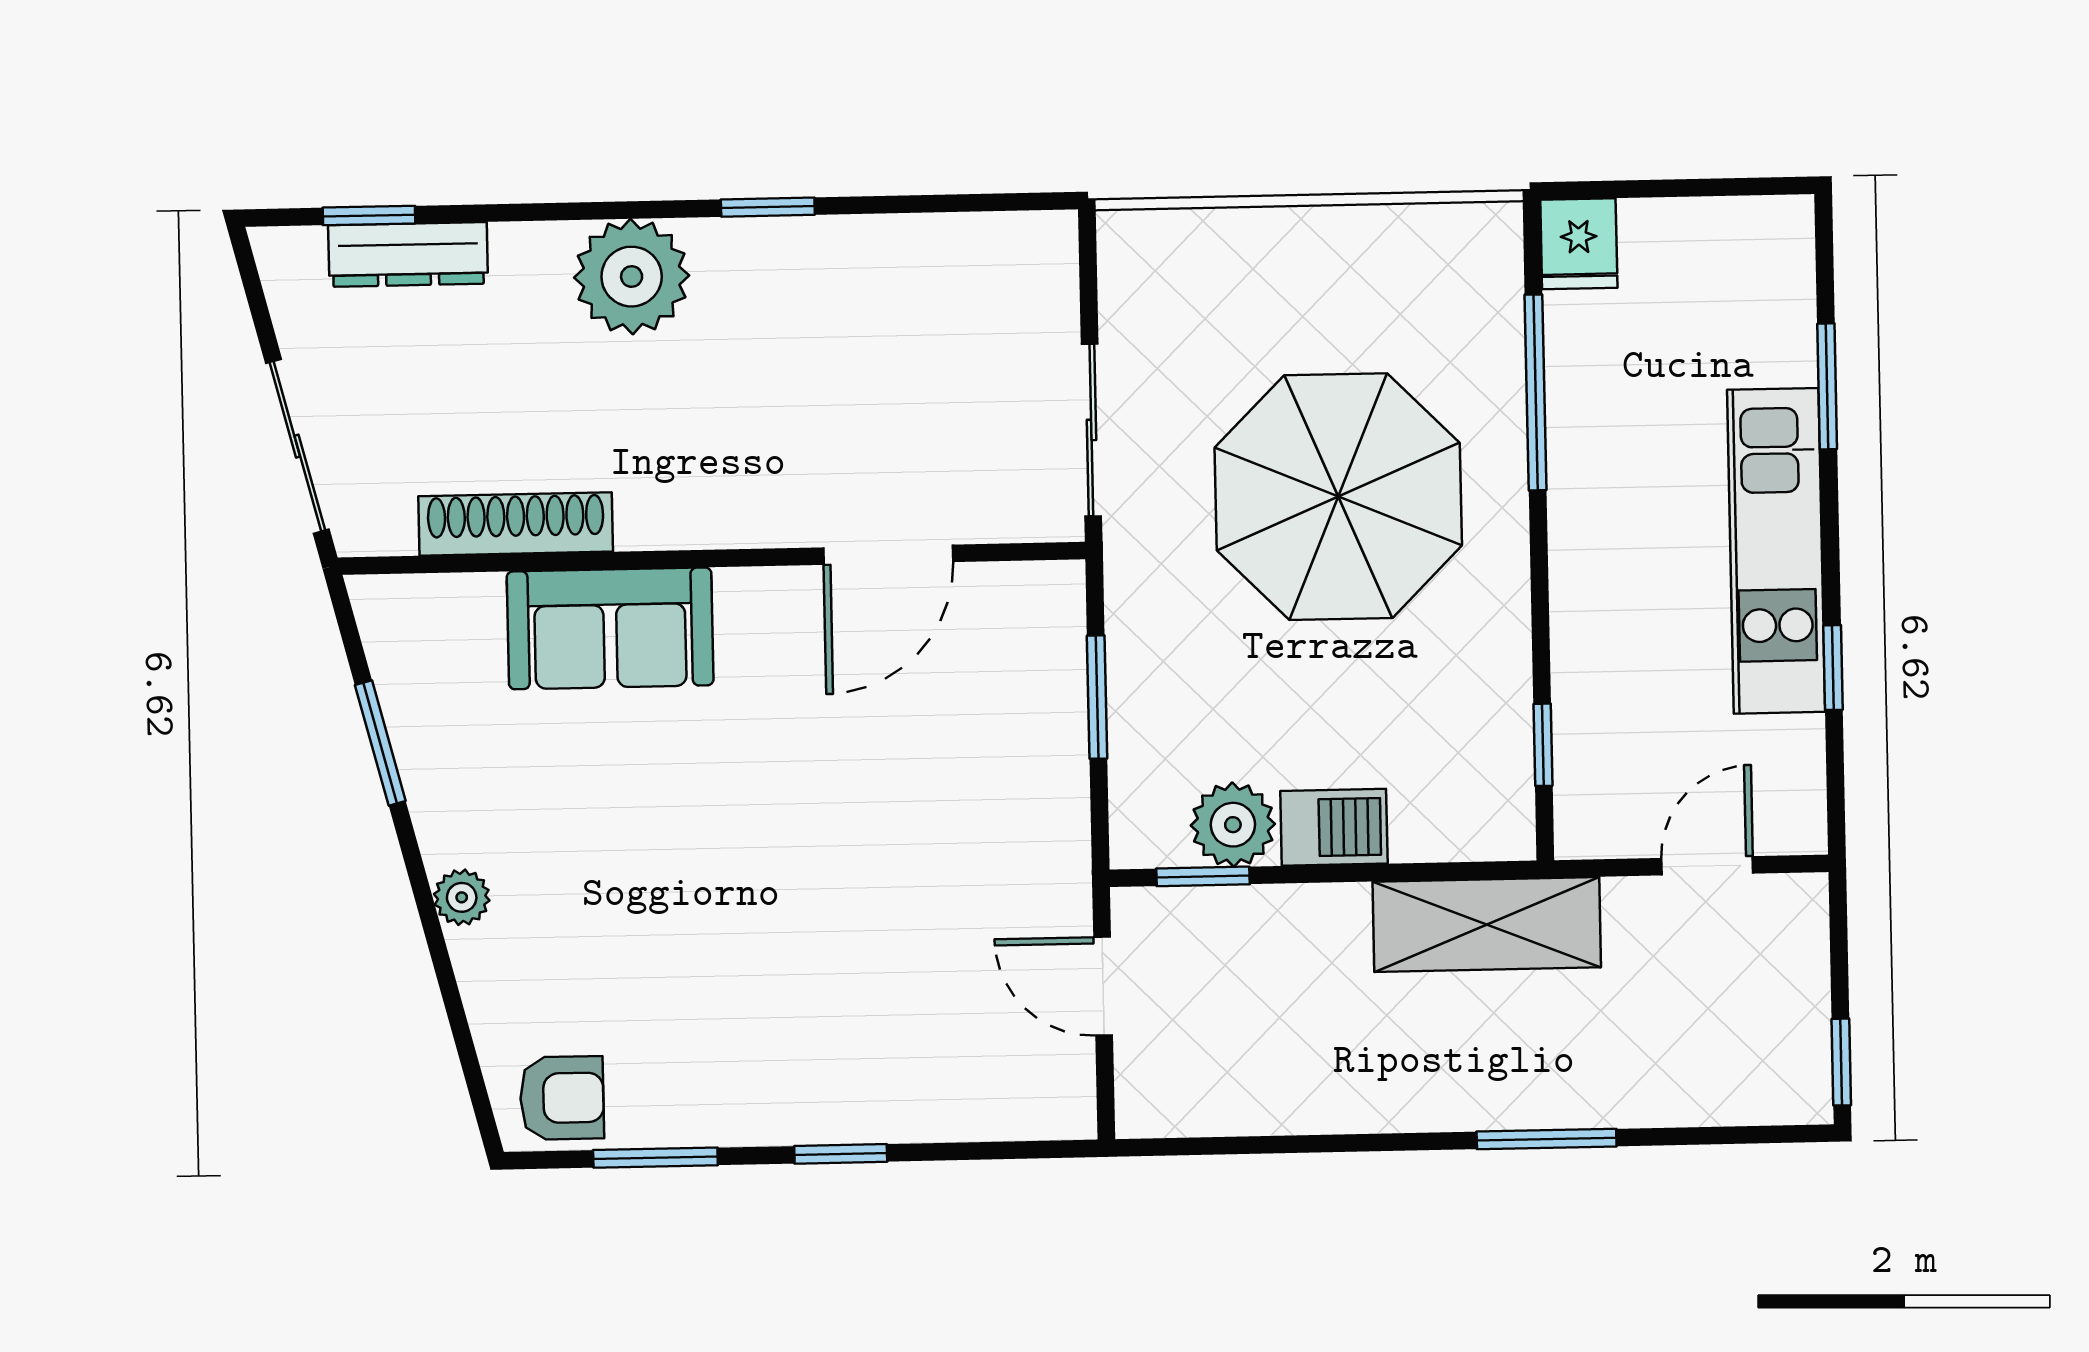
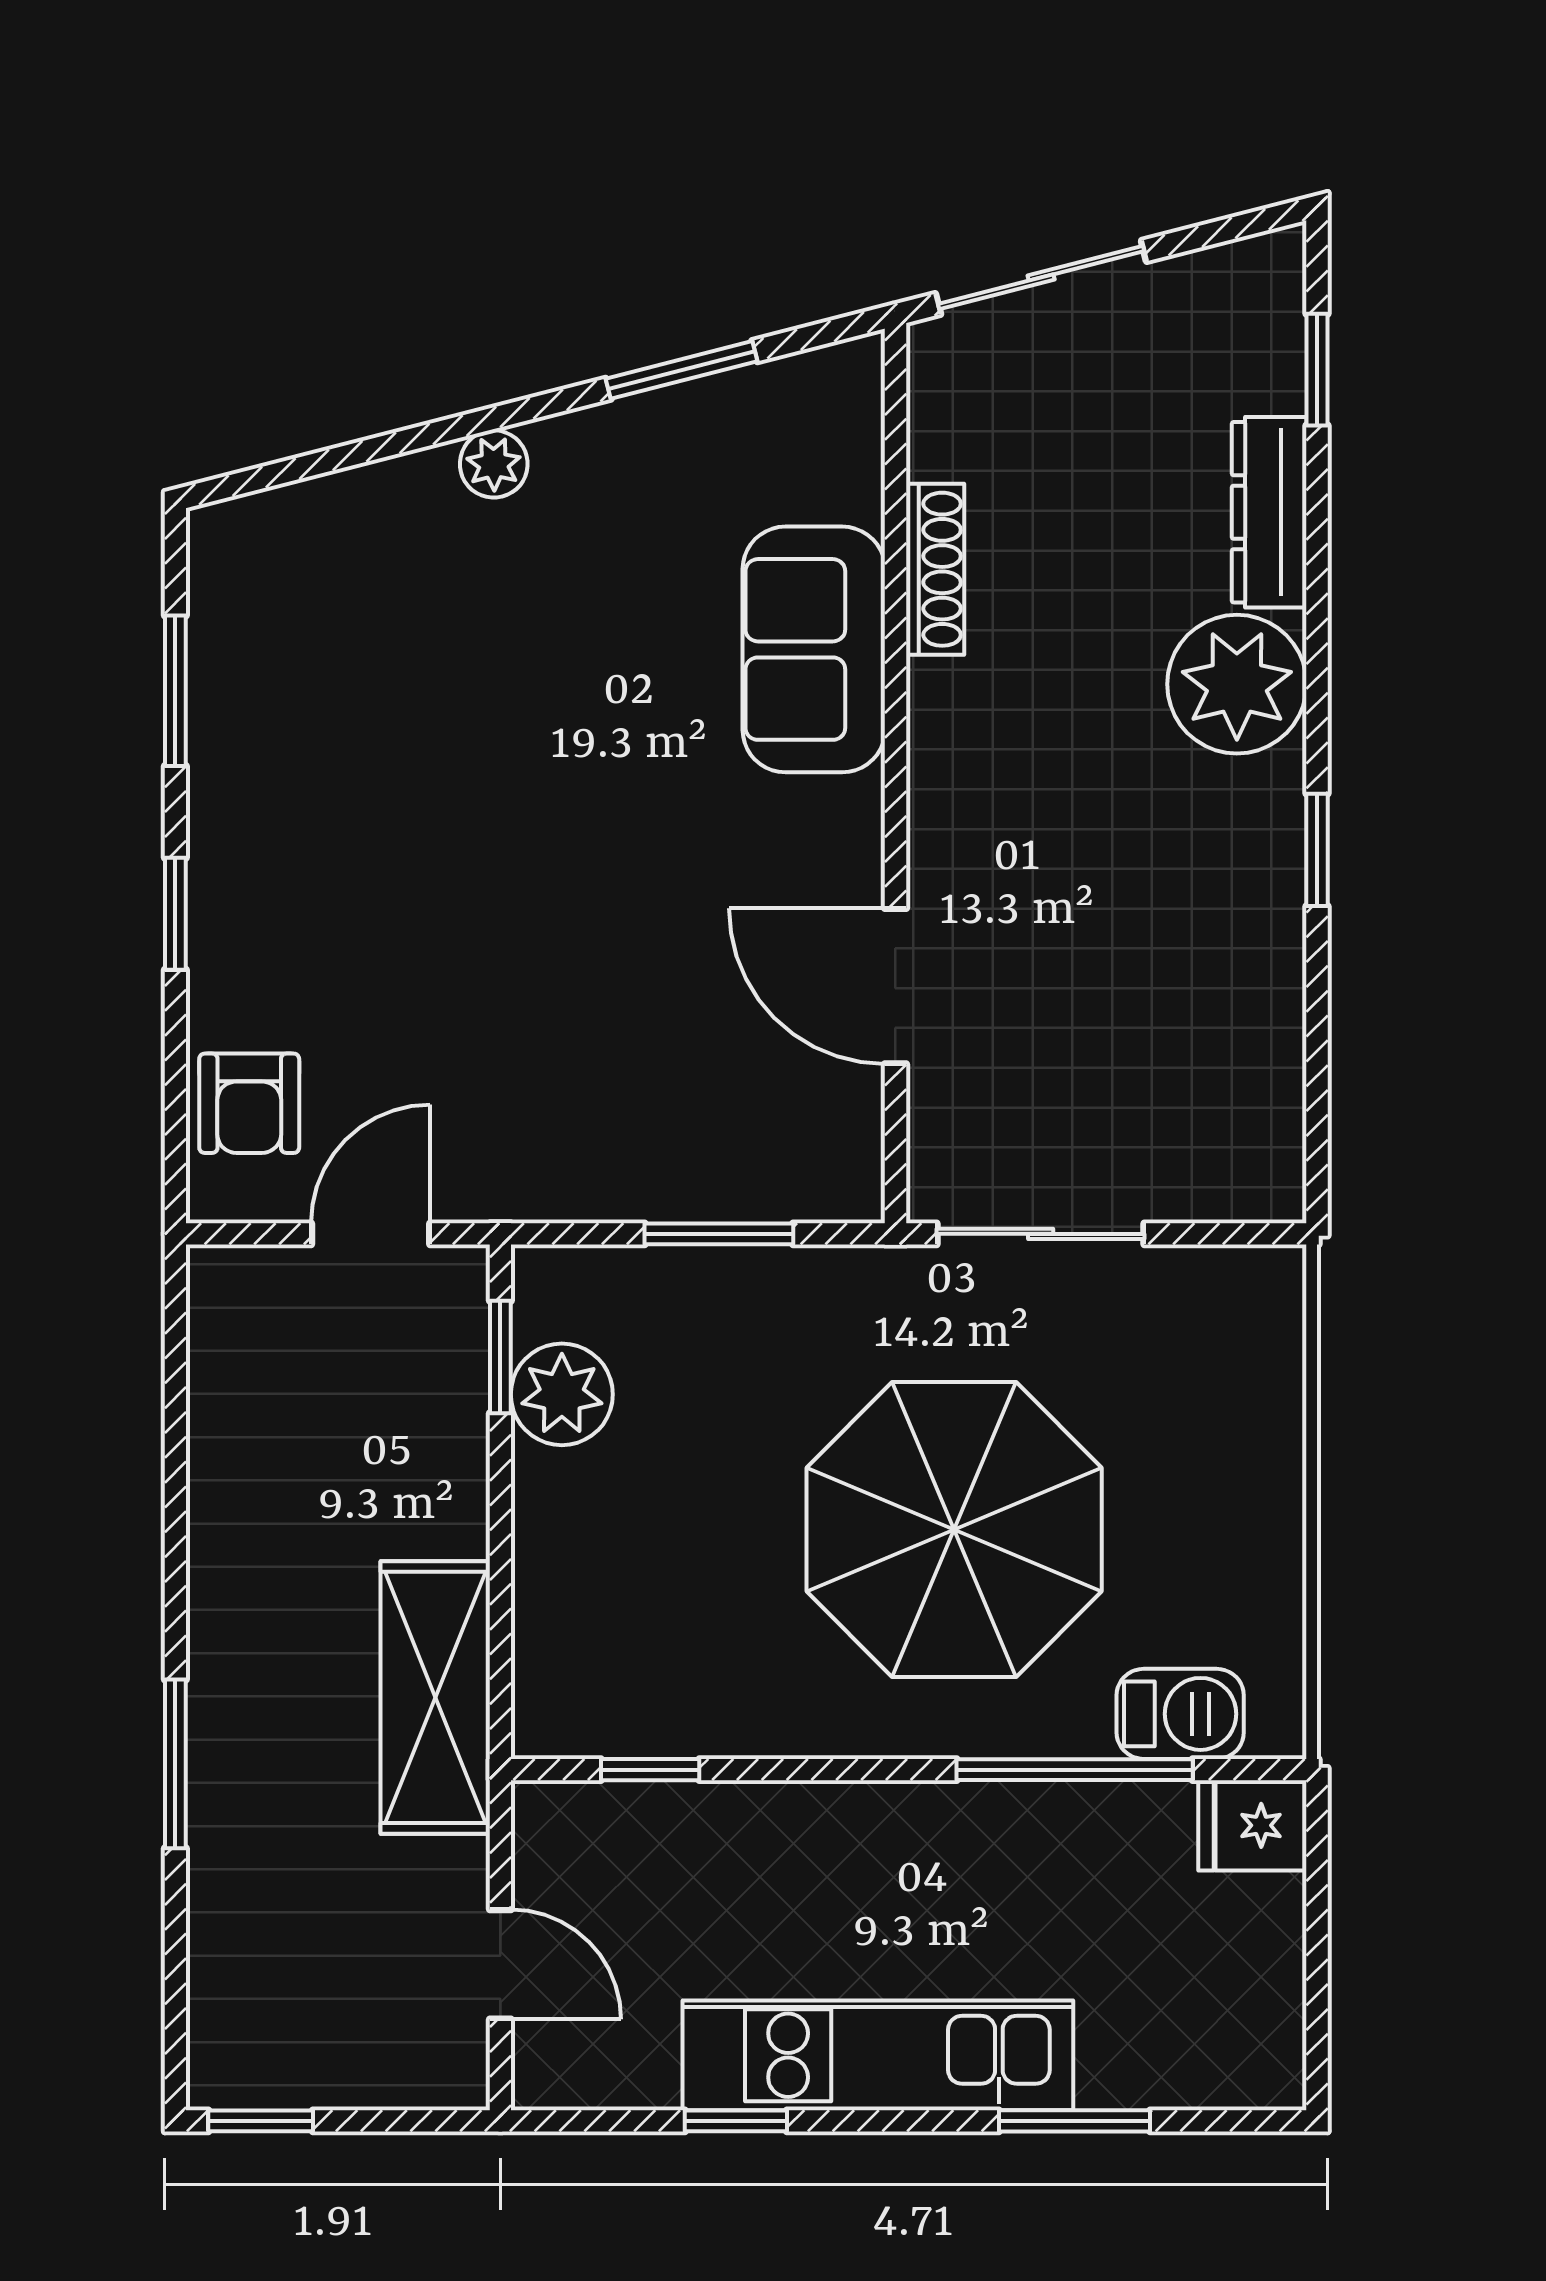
dresser: (408, 254) -> (1269, 512), moved
shoe rack: (516, 524) -> (935, 569), width x0.74, depth x0.81
barbecue: (1334, 827) -> (1180, 1714), moved, turned -90
armchair: (562, 1098) -> (249, 1103), moved

